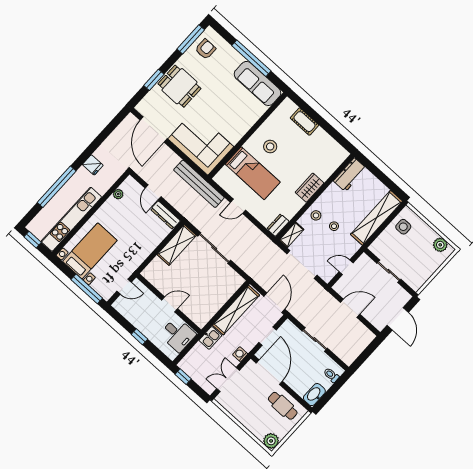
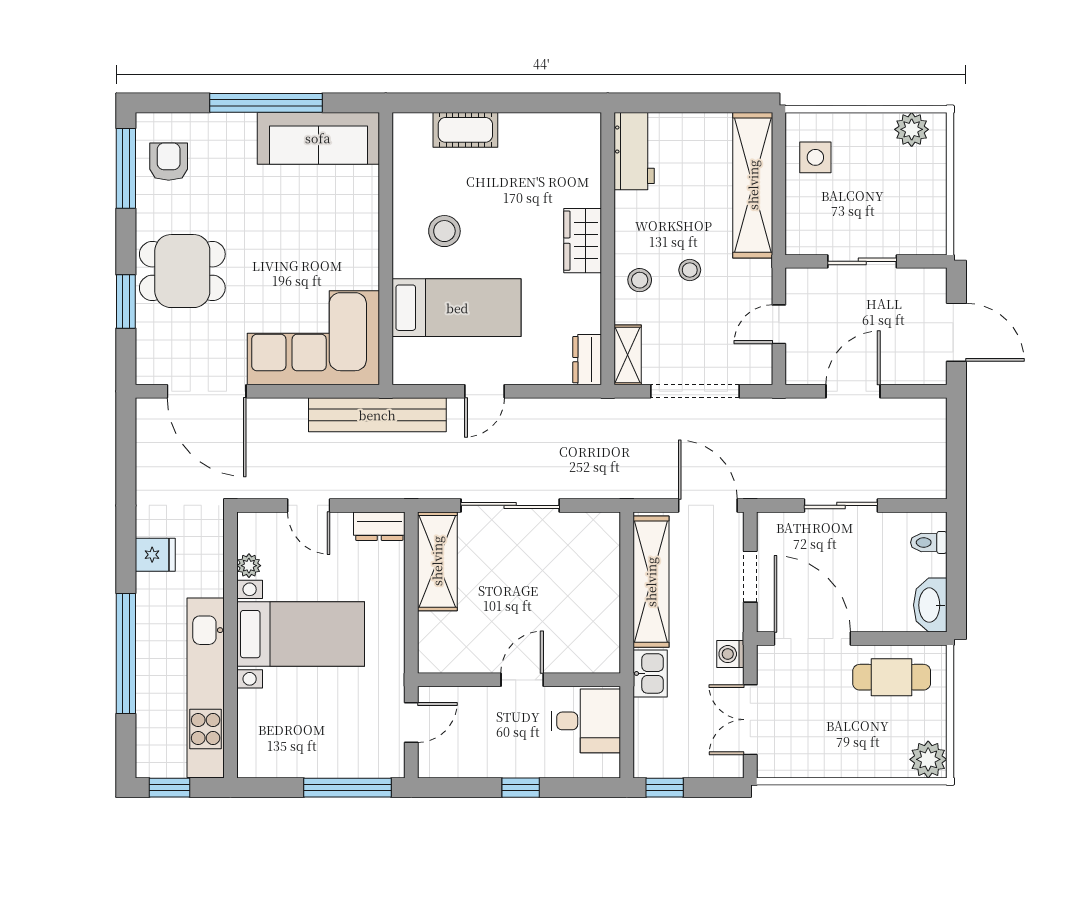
dresser: (165, 215) -> (379, 526), width x0.70
bed with nightstands: (90, 251) -> (301, 634), moved, turned 90

